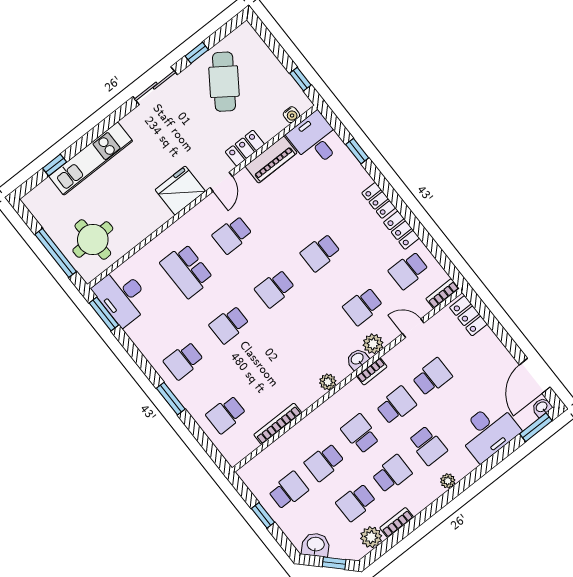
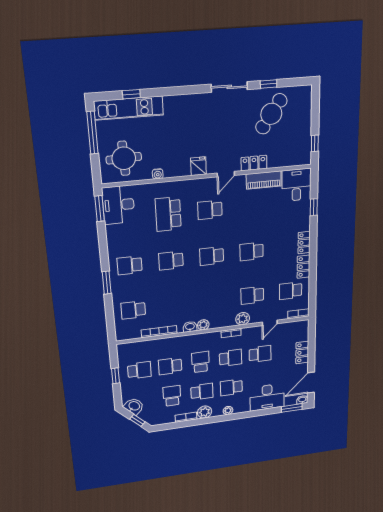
water cooler: (291, 115) -> (158, 174), moved
kitchen unit: (91, 159) -> (129, 108), moved
fridge: (180, 190) -> (198, 166), width x0.53, depth x0.75
window: (56, 253) -> (92, 133), moved
locker: (468, 316) -> (302, 352), moved
door: (413, 328) -> (270, 323), swing flipped
washbasin: (357, 359) -> (190, 327), moved
school desk: (428, 445) -> (231, 387), turned 90
school desk: (356, 502) -> (172, 396), turned 90
plant: (371, 537) -> (205, 412), moved

